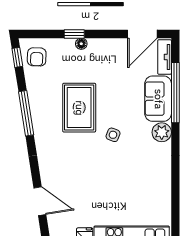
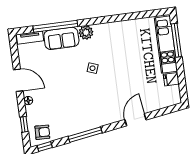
window: (74, 34) -> (24, 124), moved
door: (142, 34) -> (18, 80), moved
rug: (79, 108) -> (76, 96), removed
door: (40, 201) -> (136, 120), moved

